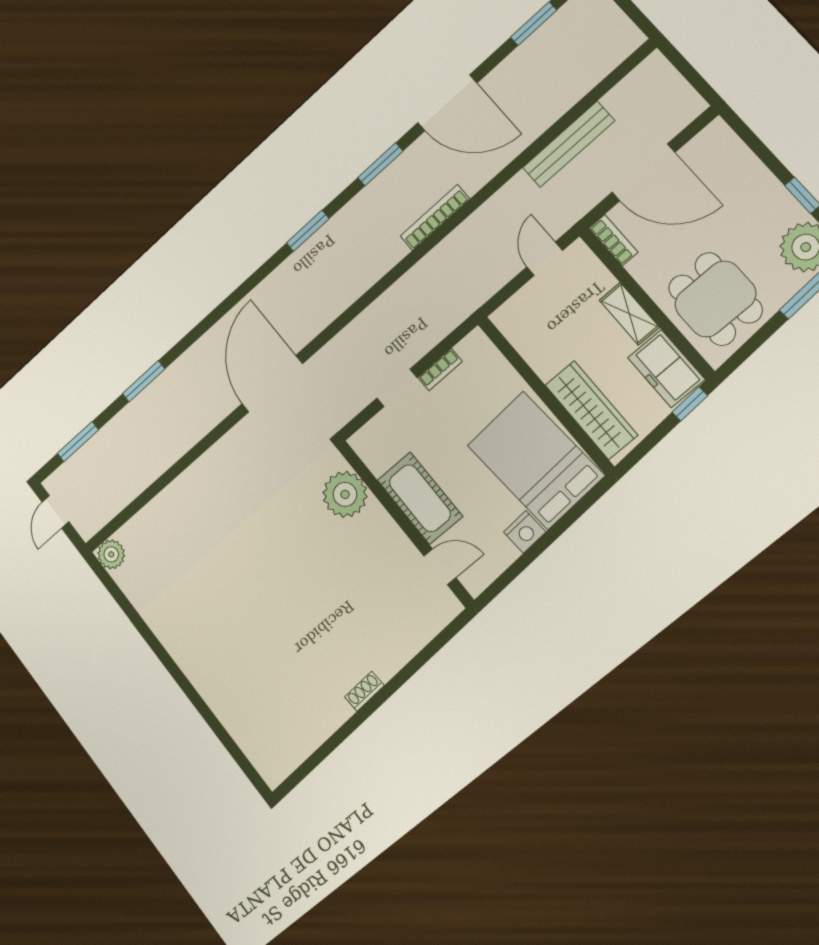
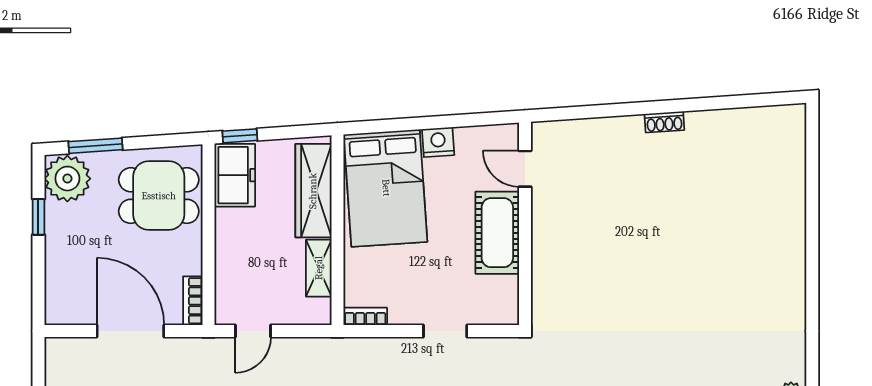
dining table: (715, 299) -> (159, 196), turned 90
shelving: (629, 314) -> (319, 268), moved
bookcase: (440, 370) -> (365, 316), moved
plant: (345, 494) -> (554, 284), removed

